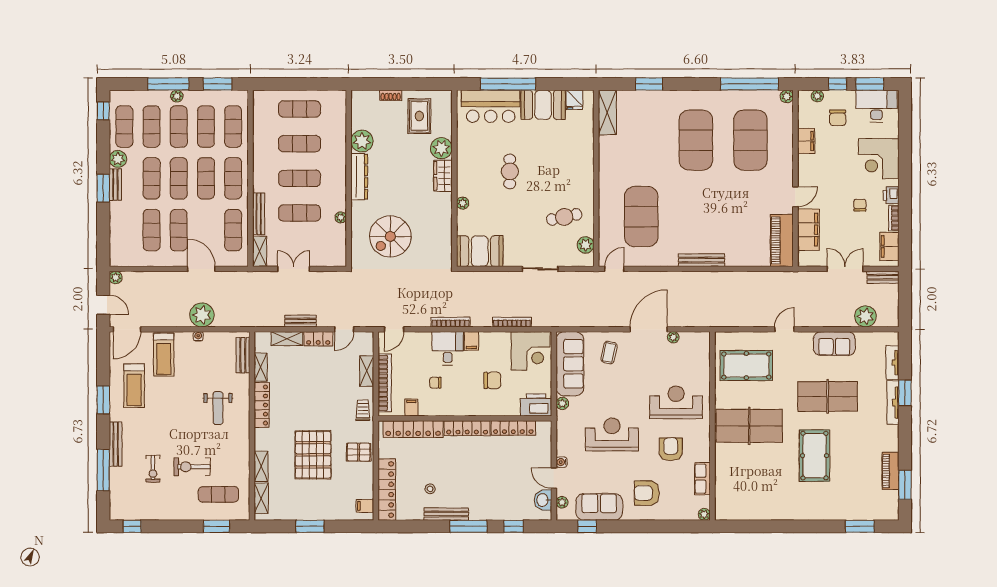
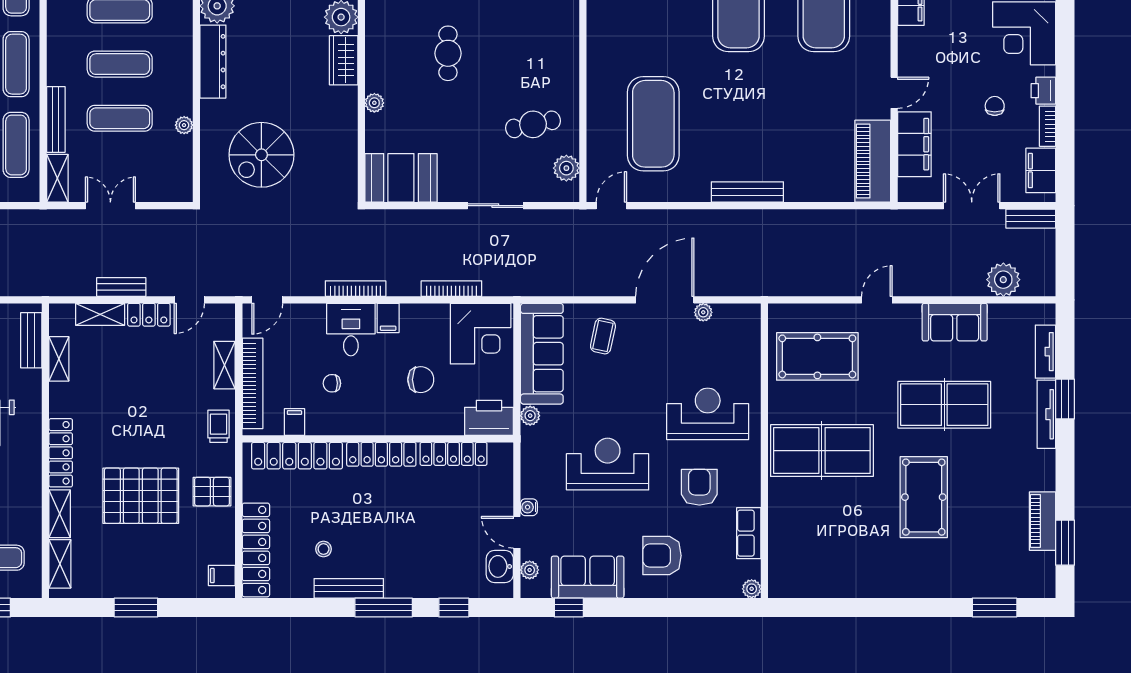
locker: (262, 405) -> (61, 453), moved
pallet: (313, 455) -> (141, 496), turned 90

